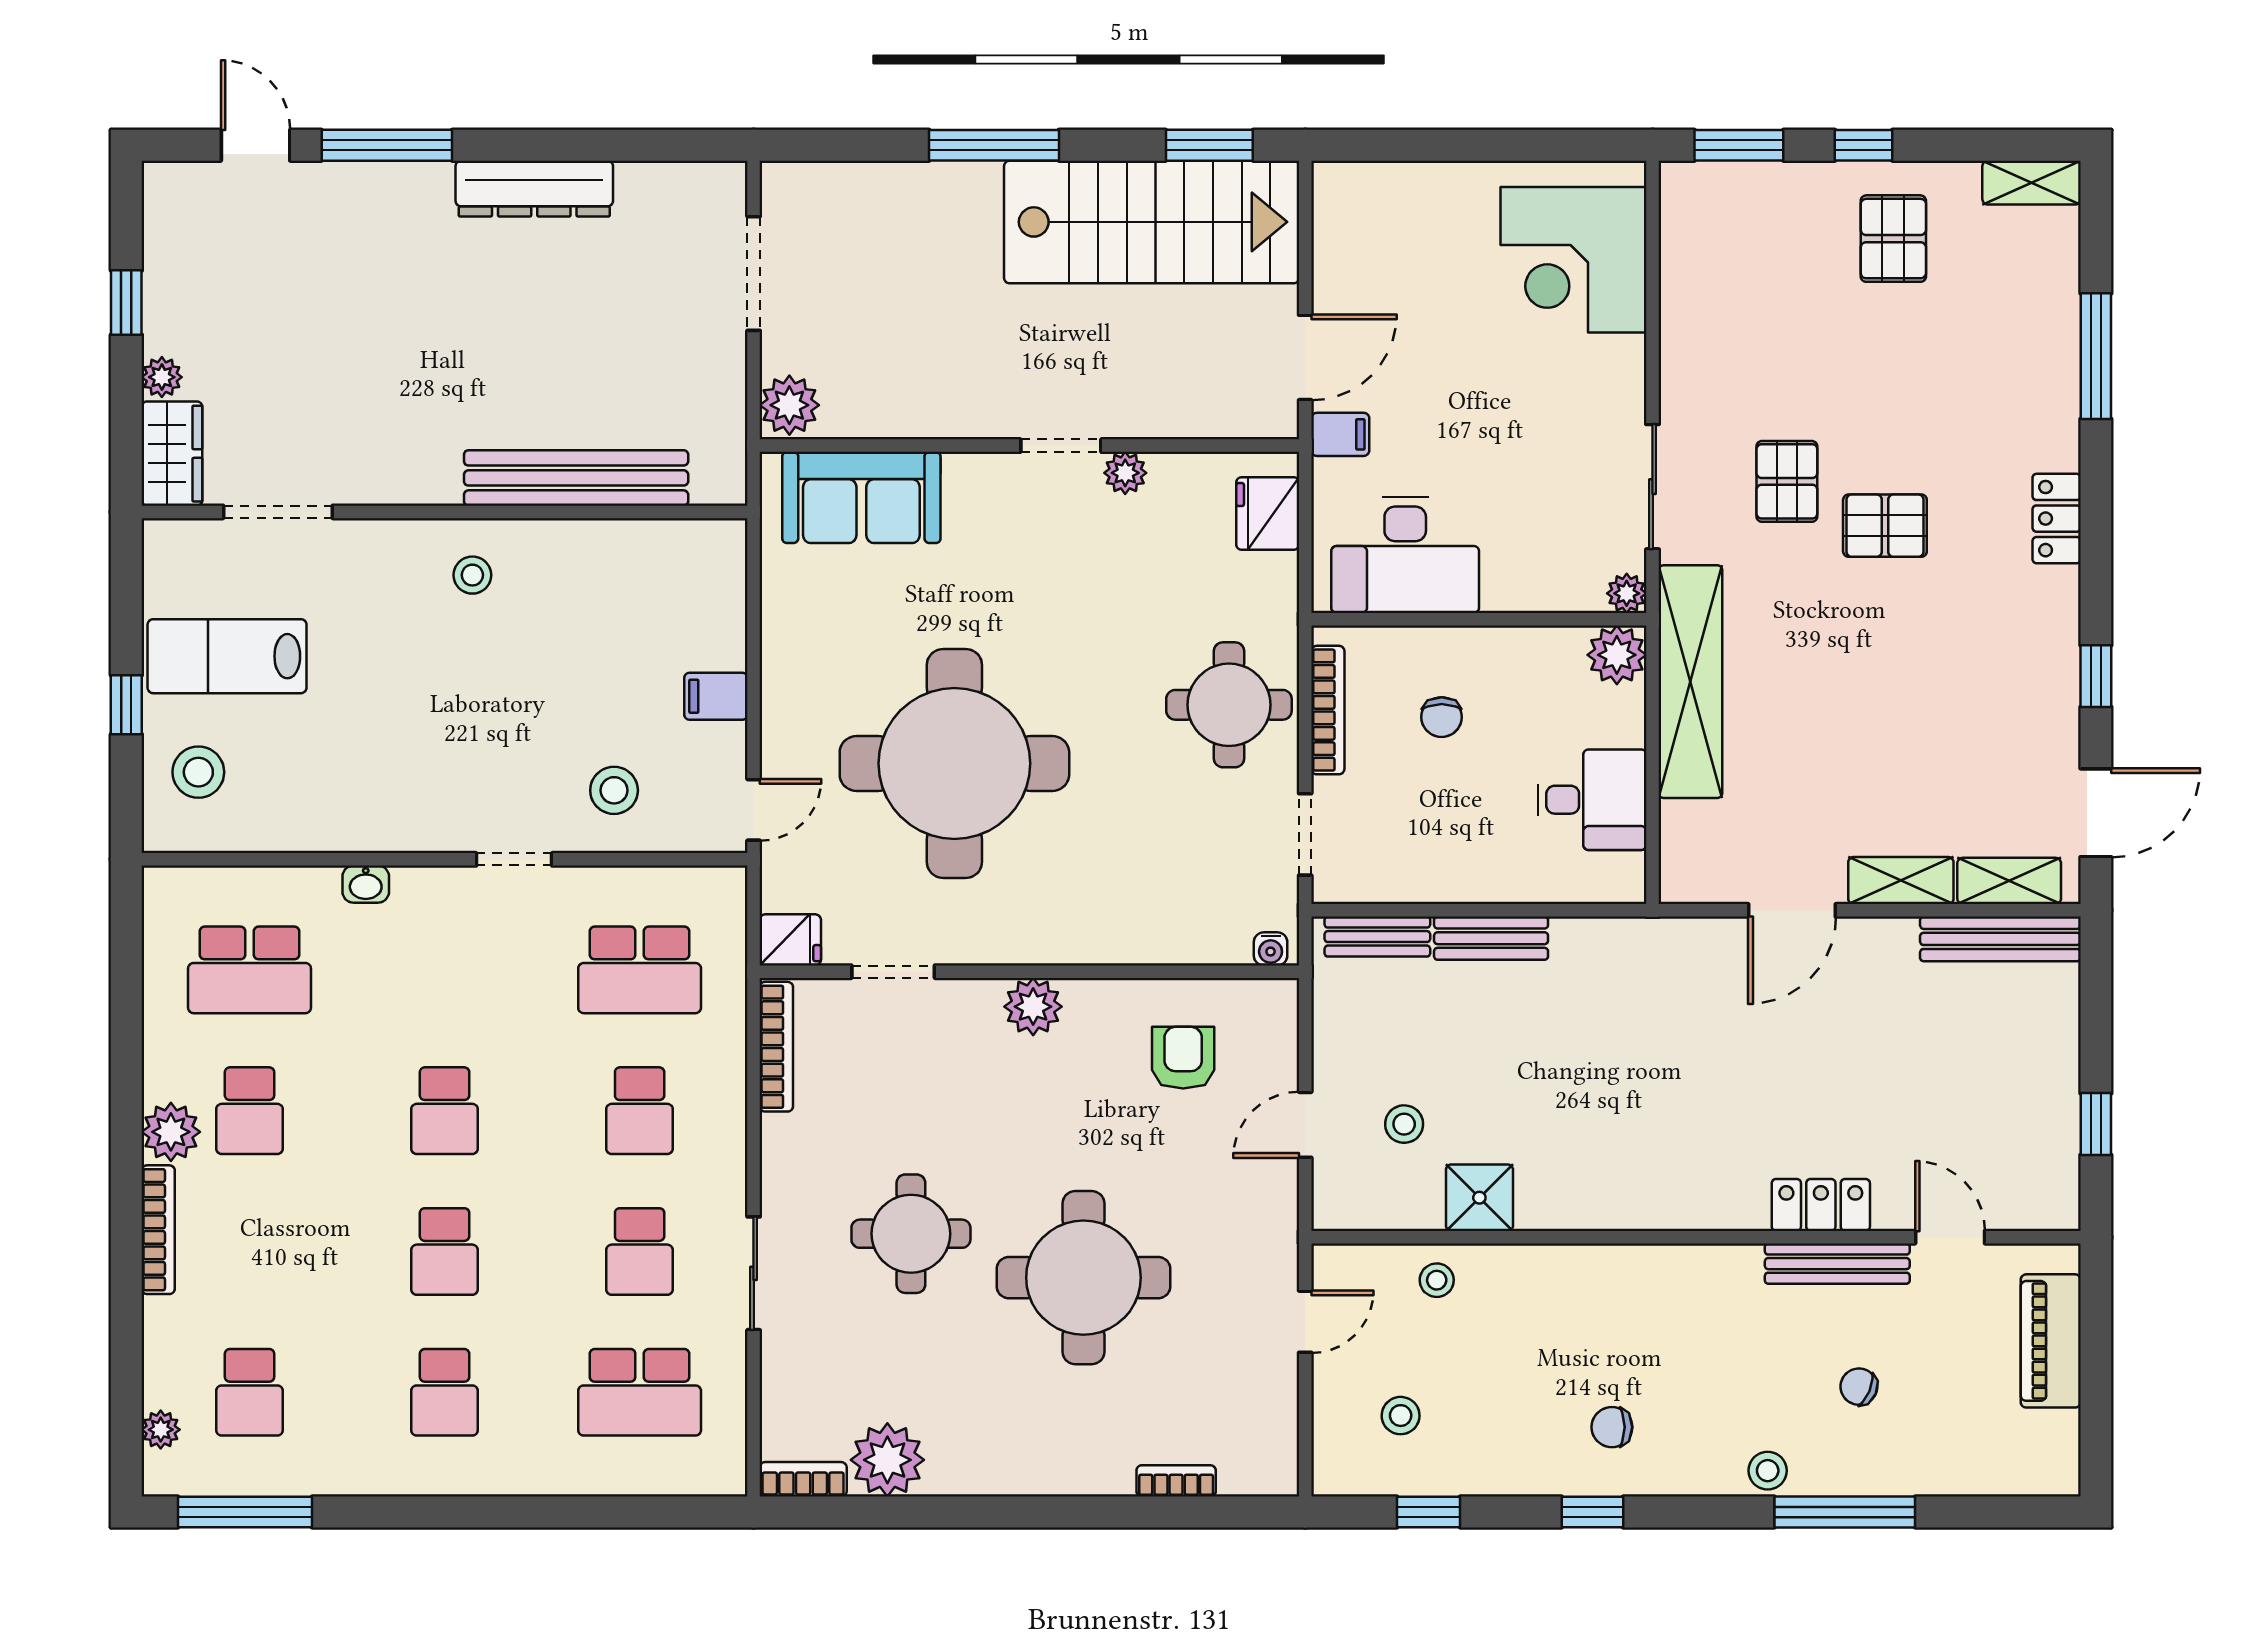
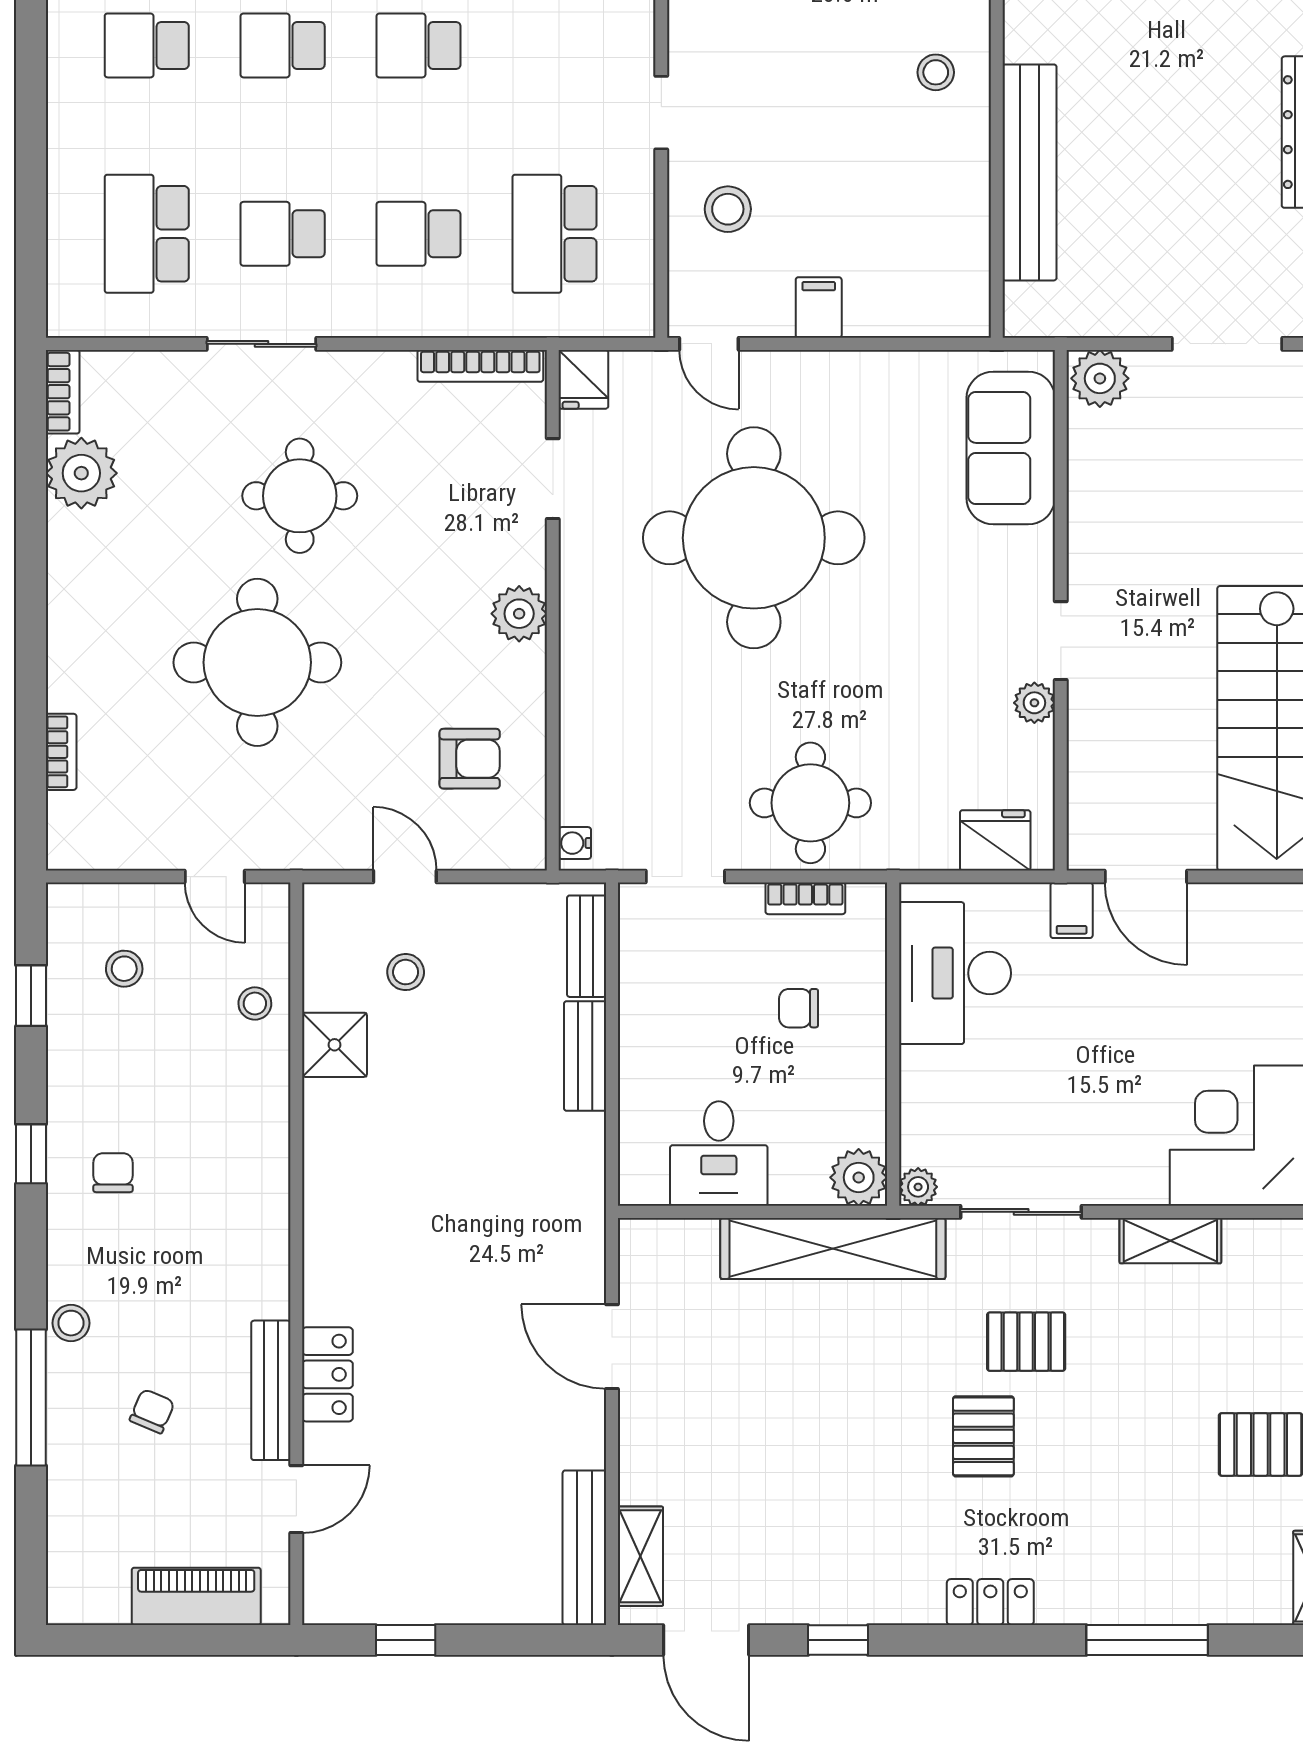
bookcase: (1328, 710) -> (805, 898), width x0.64
shelving: (1901, 881) -> (1170, 1241), moved, turned 90

